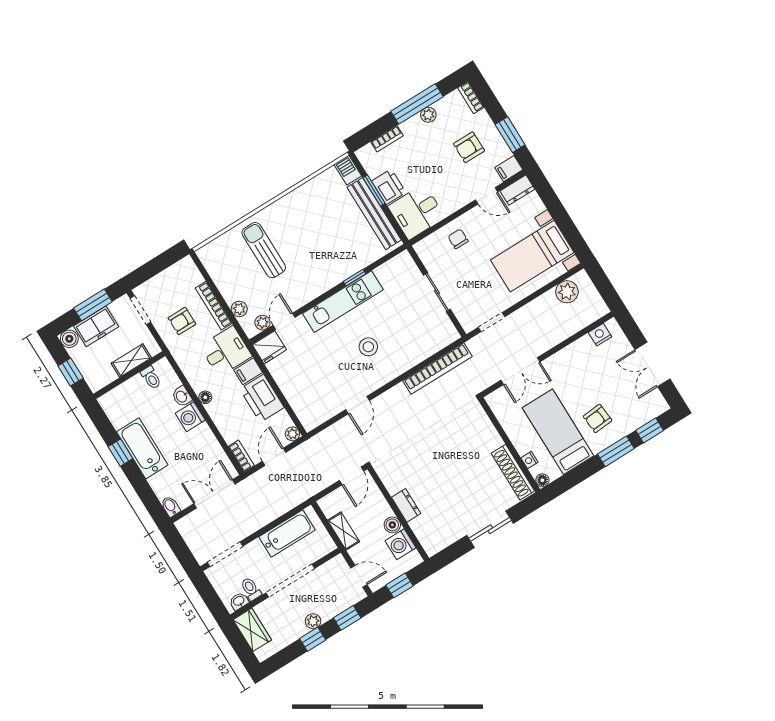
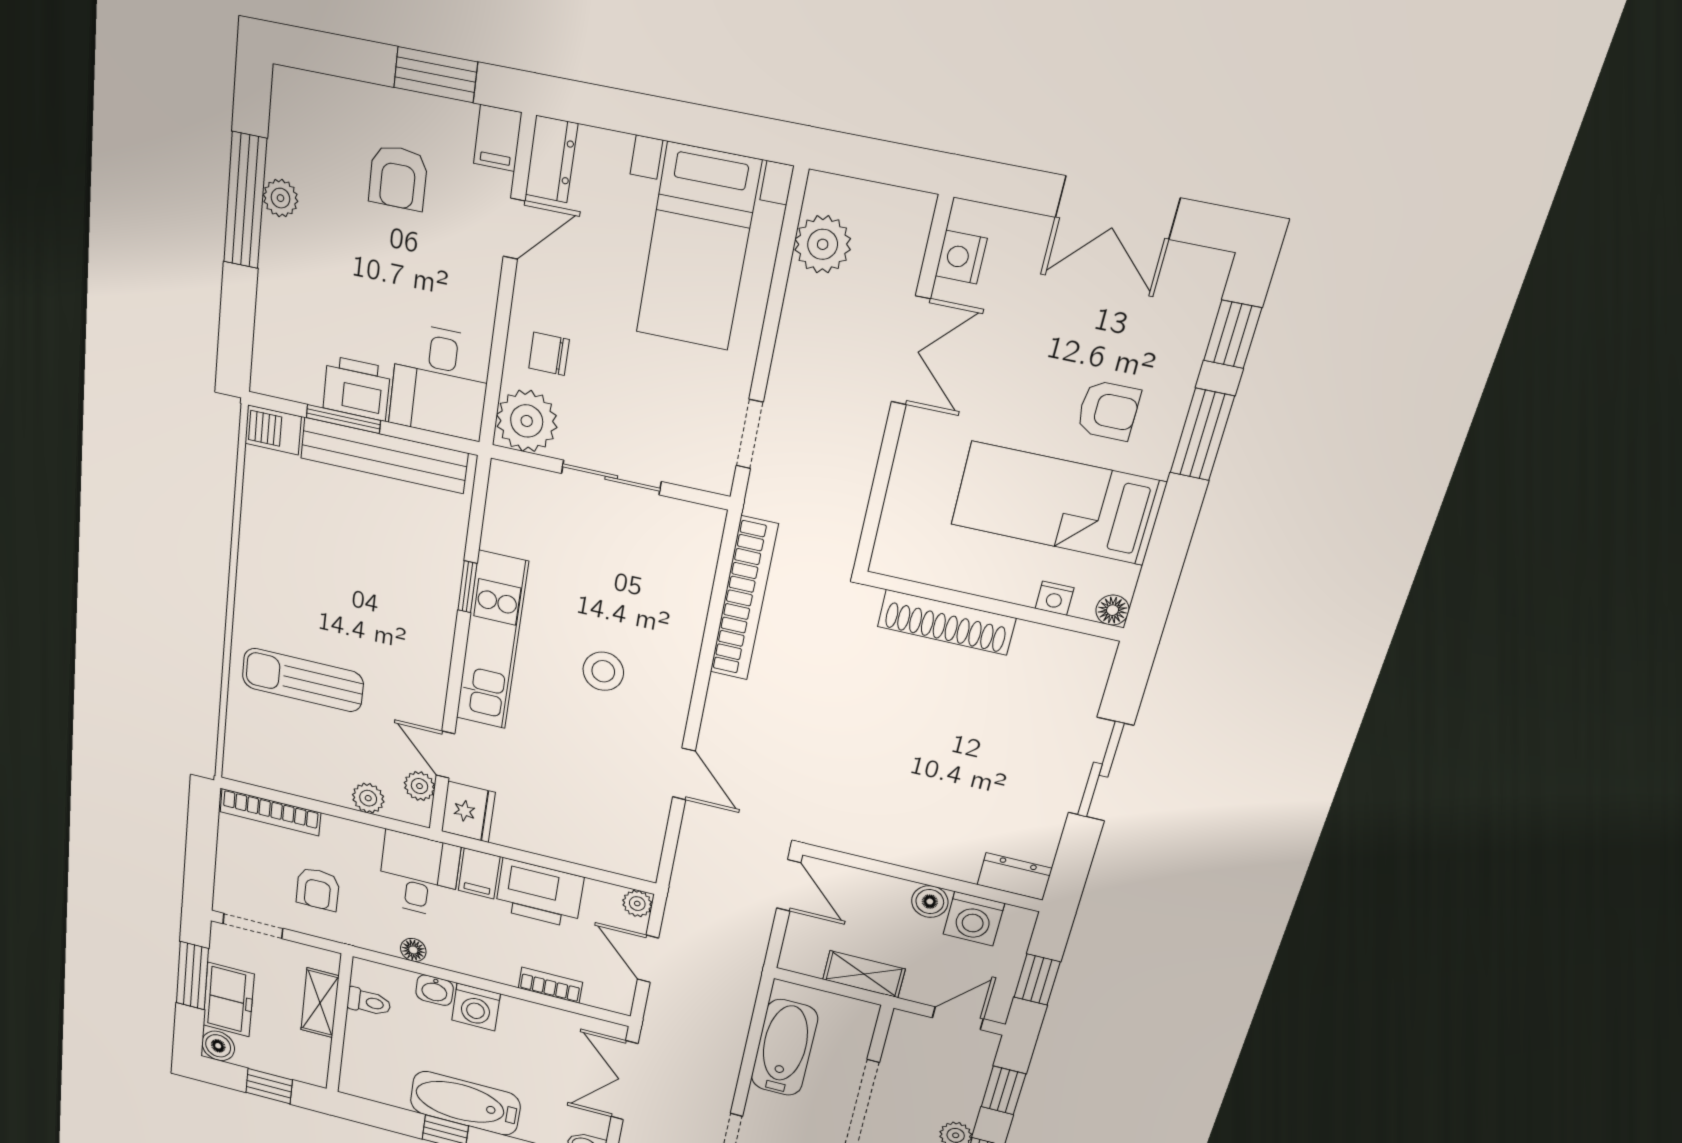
bookcase: (471, 98) -> (307, 86), removed
bookcase: (387, 139) -> (269, 313), removed
plant: (430, 250) -> (527, 421), added
bookcase: (214, 306) -> (270, 812), moved
double door: (520, 371) -> (911, 351), moved
floor lamp: (205, 397) -> (413, 950), moved
armchair: (598, 418) -> (1108, 411), turned -85
bookcase: (241, 456) -> (550, 985), moved
shoe rack: (513, 472) -> (946, 622), moved
dresser: (406, 505) -> (1015, 876), moved

